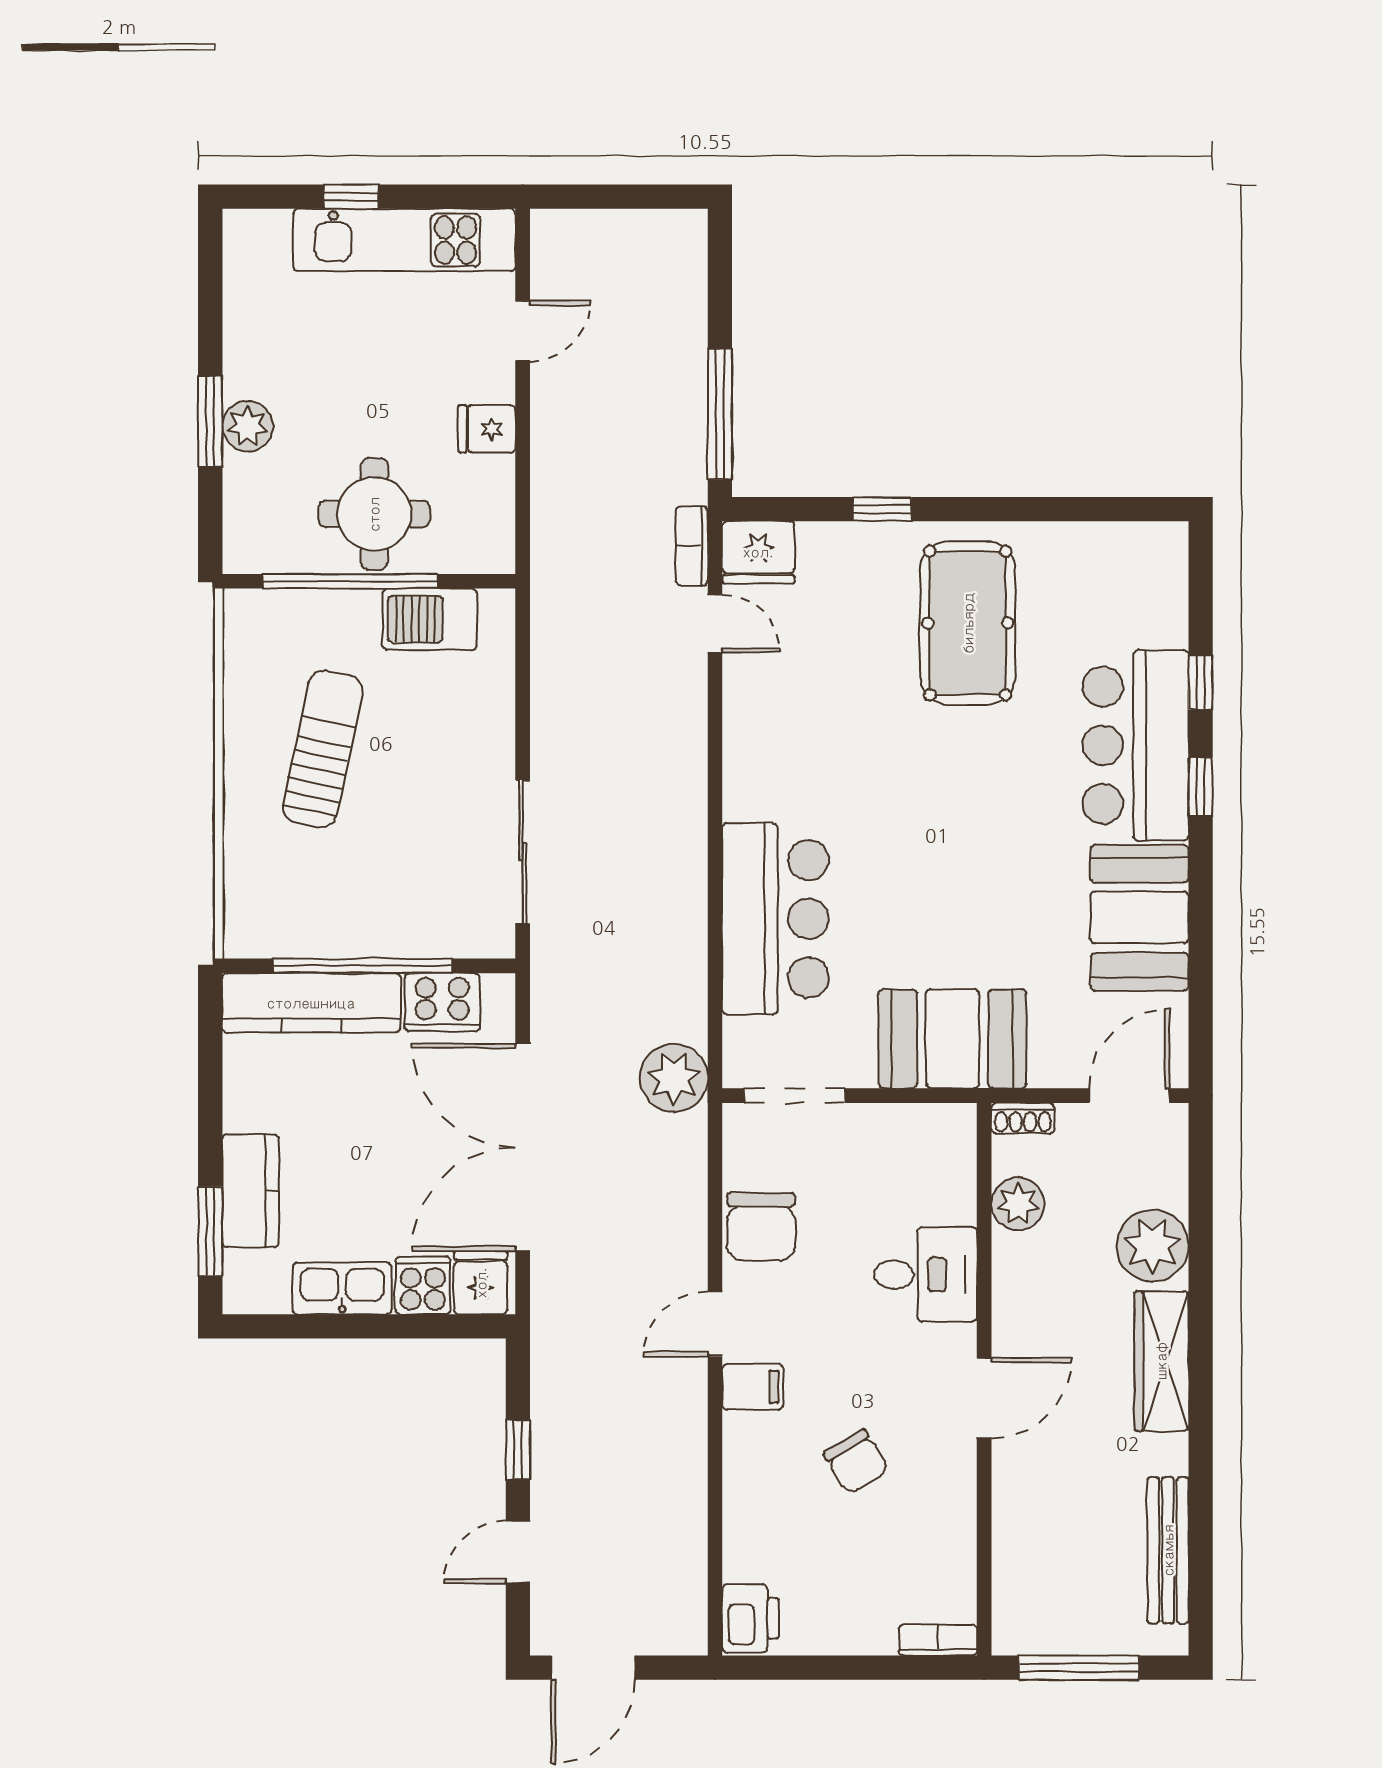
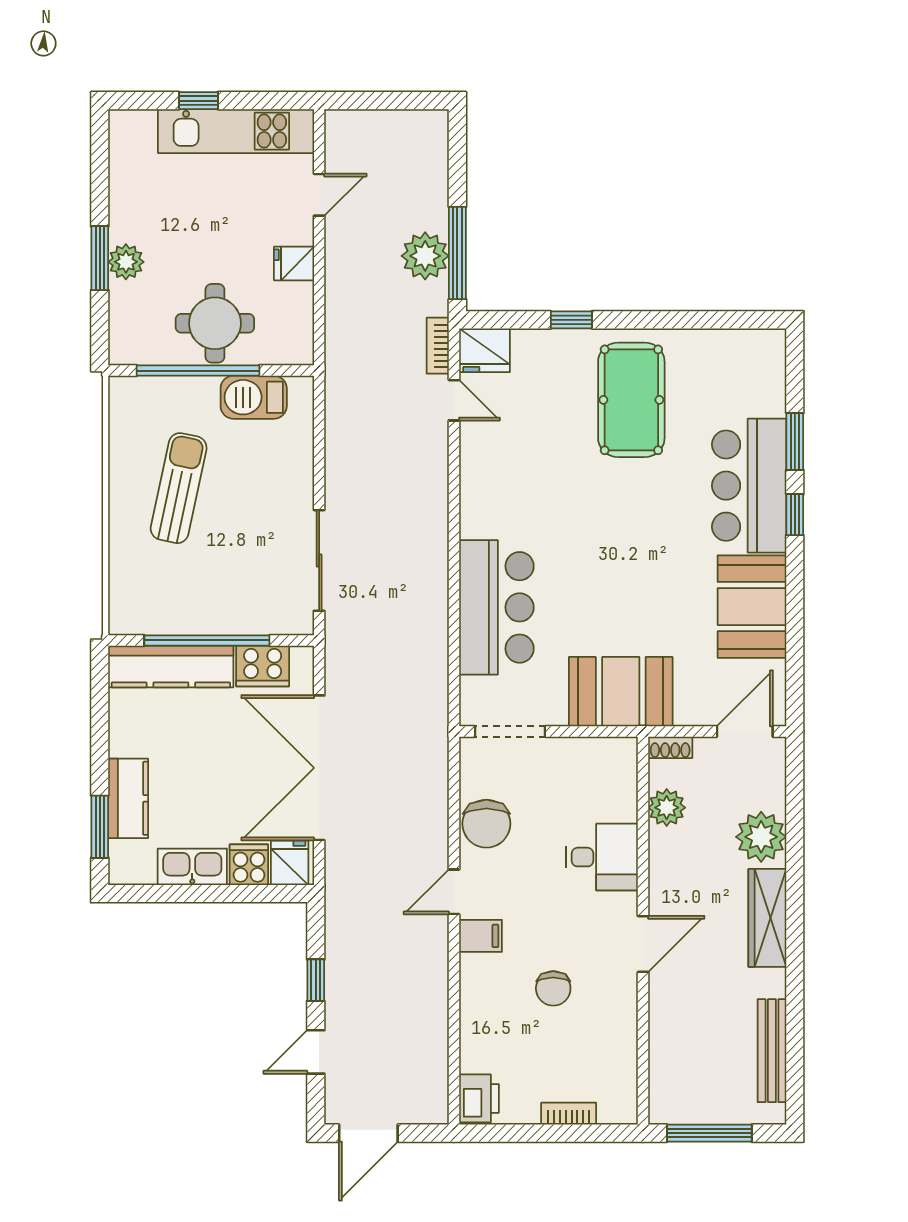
window: (1201, 682) -> (795, 442), width x1.50
plant: (674, 1078) -> (425, 256), moved
chair: (856, 1462) -> (553, 988), turned 32
bookcase: (938, 1640) -> (569, 1114), moved

